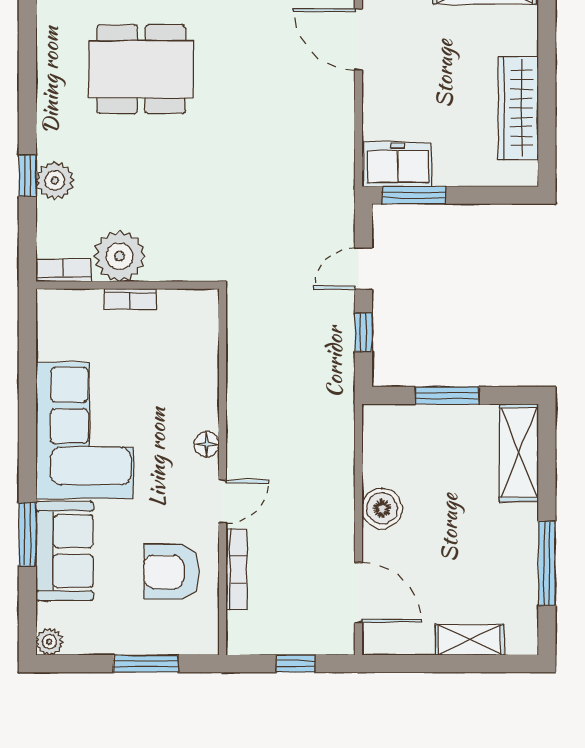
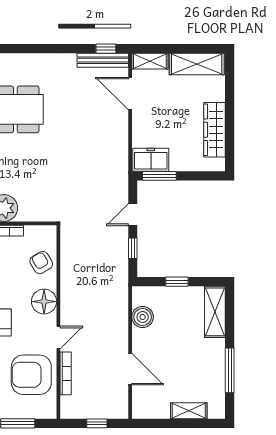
armchair: (190, 359) -> (41, 263), added
window: (447, 395) -> (177, 282), width x0.67
floor lamp: (207, 444) -> (44, 302), width x1.89, depth x1.89
boiler: (382, 508) -> (143, 317), moved
armchair: (171, 572) -> (31, 375), width x1.36, depth x1.36
door: (358, 592) -> (130, 369), moved

